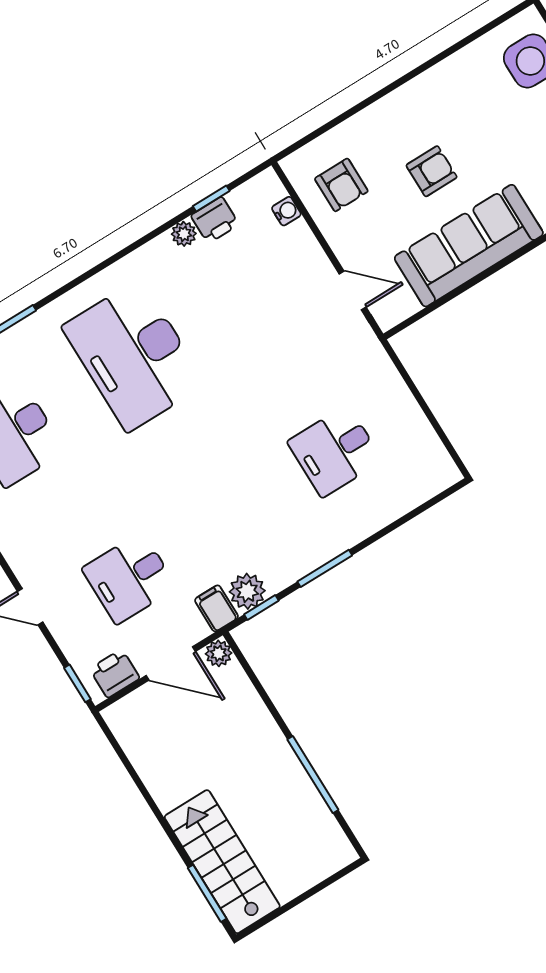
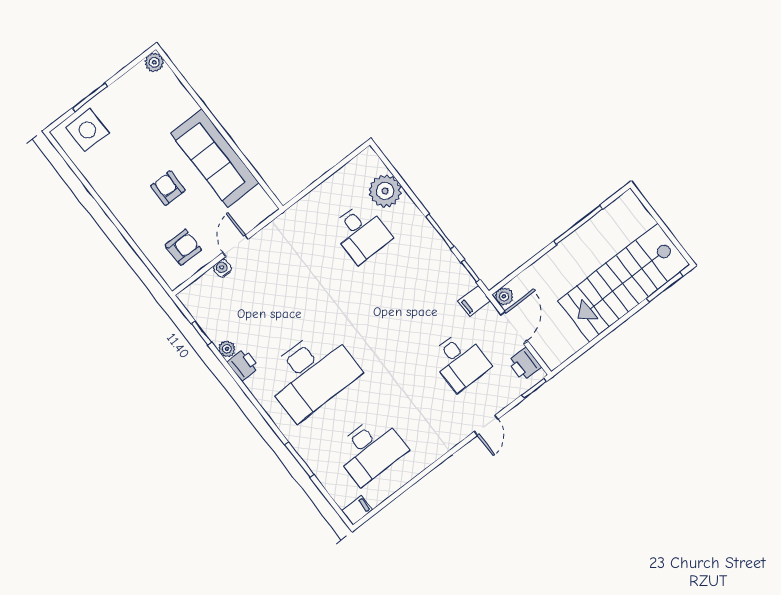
water cooler: (286, 211) -> (222, 268), moved
printer: (215, 220) -> (243, 365), moved
door: (353, 291) -> (236, 246), moved
plant: (247, 591) -> (385, 191), moved, width x1.36, depth x1.36
stairs: (222, 862) -> (624, 283), width x1.36, depth x1.51

